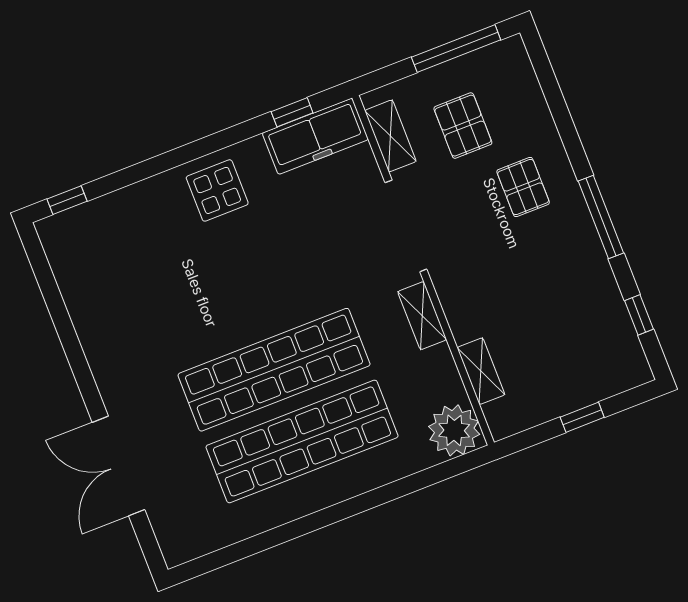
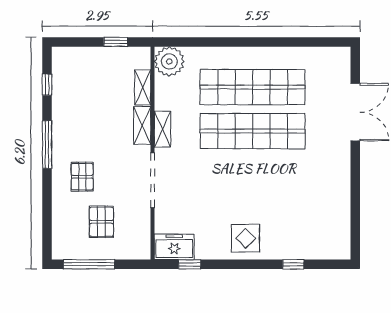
freezer: (315, 136) -> (174, 247), width x0.71
shelving: (390, 136) -> (142, 126), moved
window: (67, 200) -> (293, 264), moved
window: (582, 417) -> (116, 42), moved

